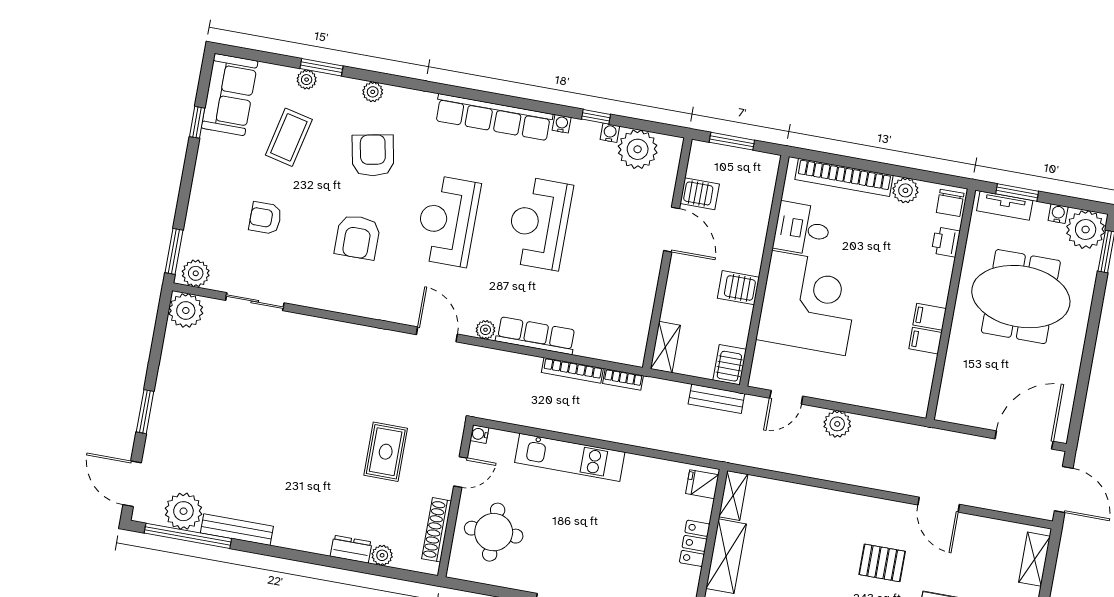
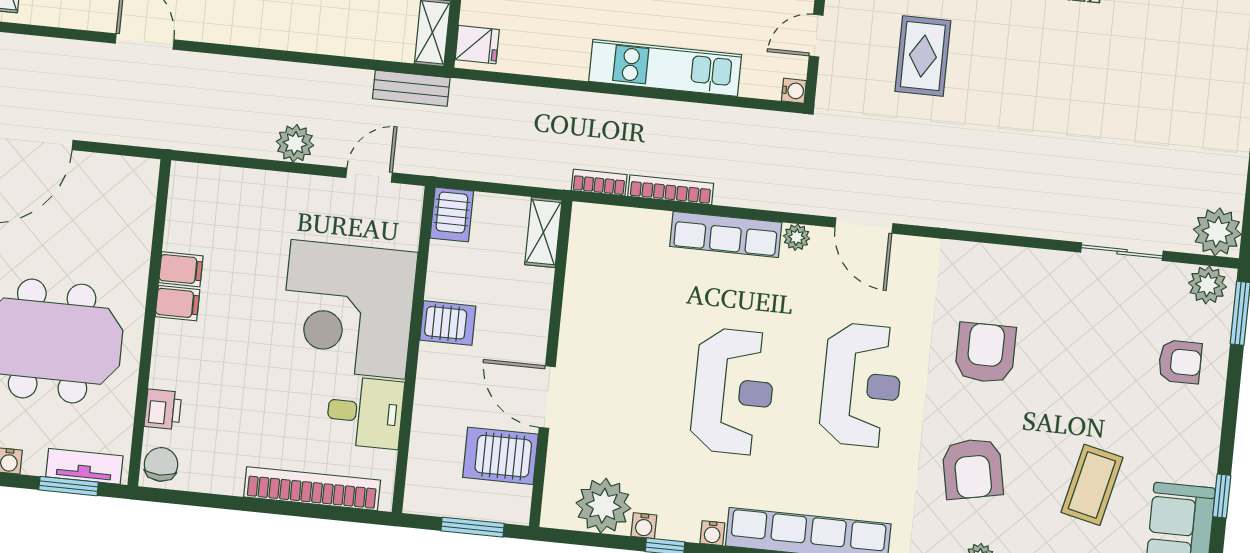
plant: (905, 190) -> (225, 477), removed
server rack: (700, 194) -> (500, 456), width x1.36, depth x1.44
armchair: (265, 218) -> (1180, 362), moved
bench: (716, 399) -> (411, 88), moved

